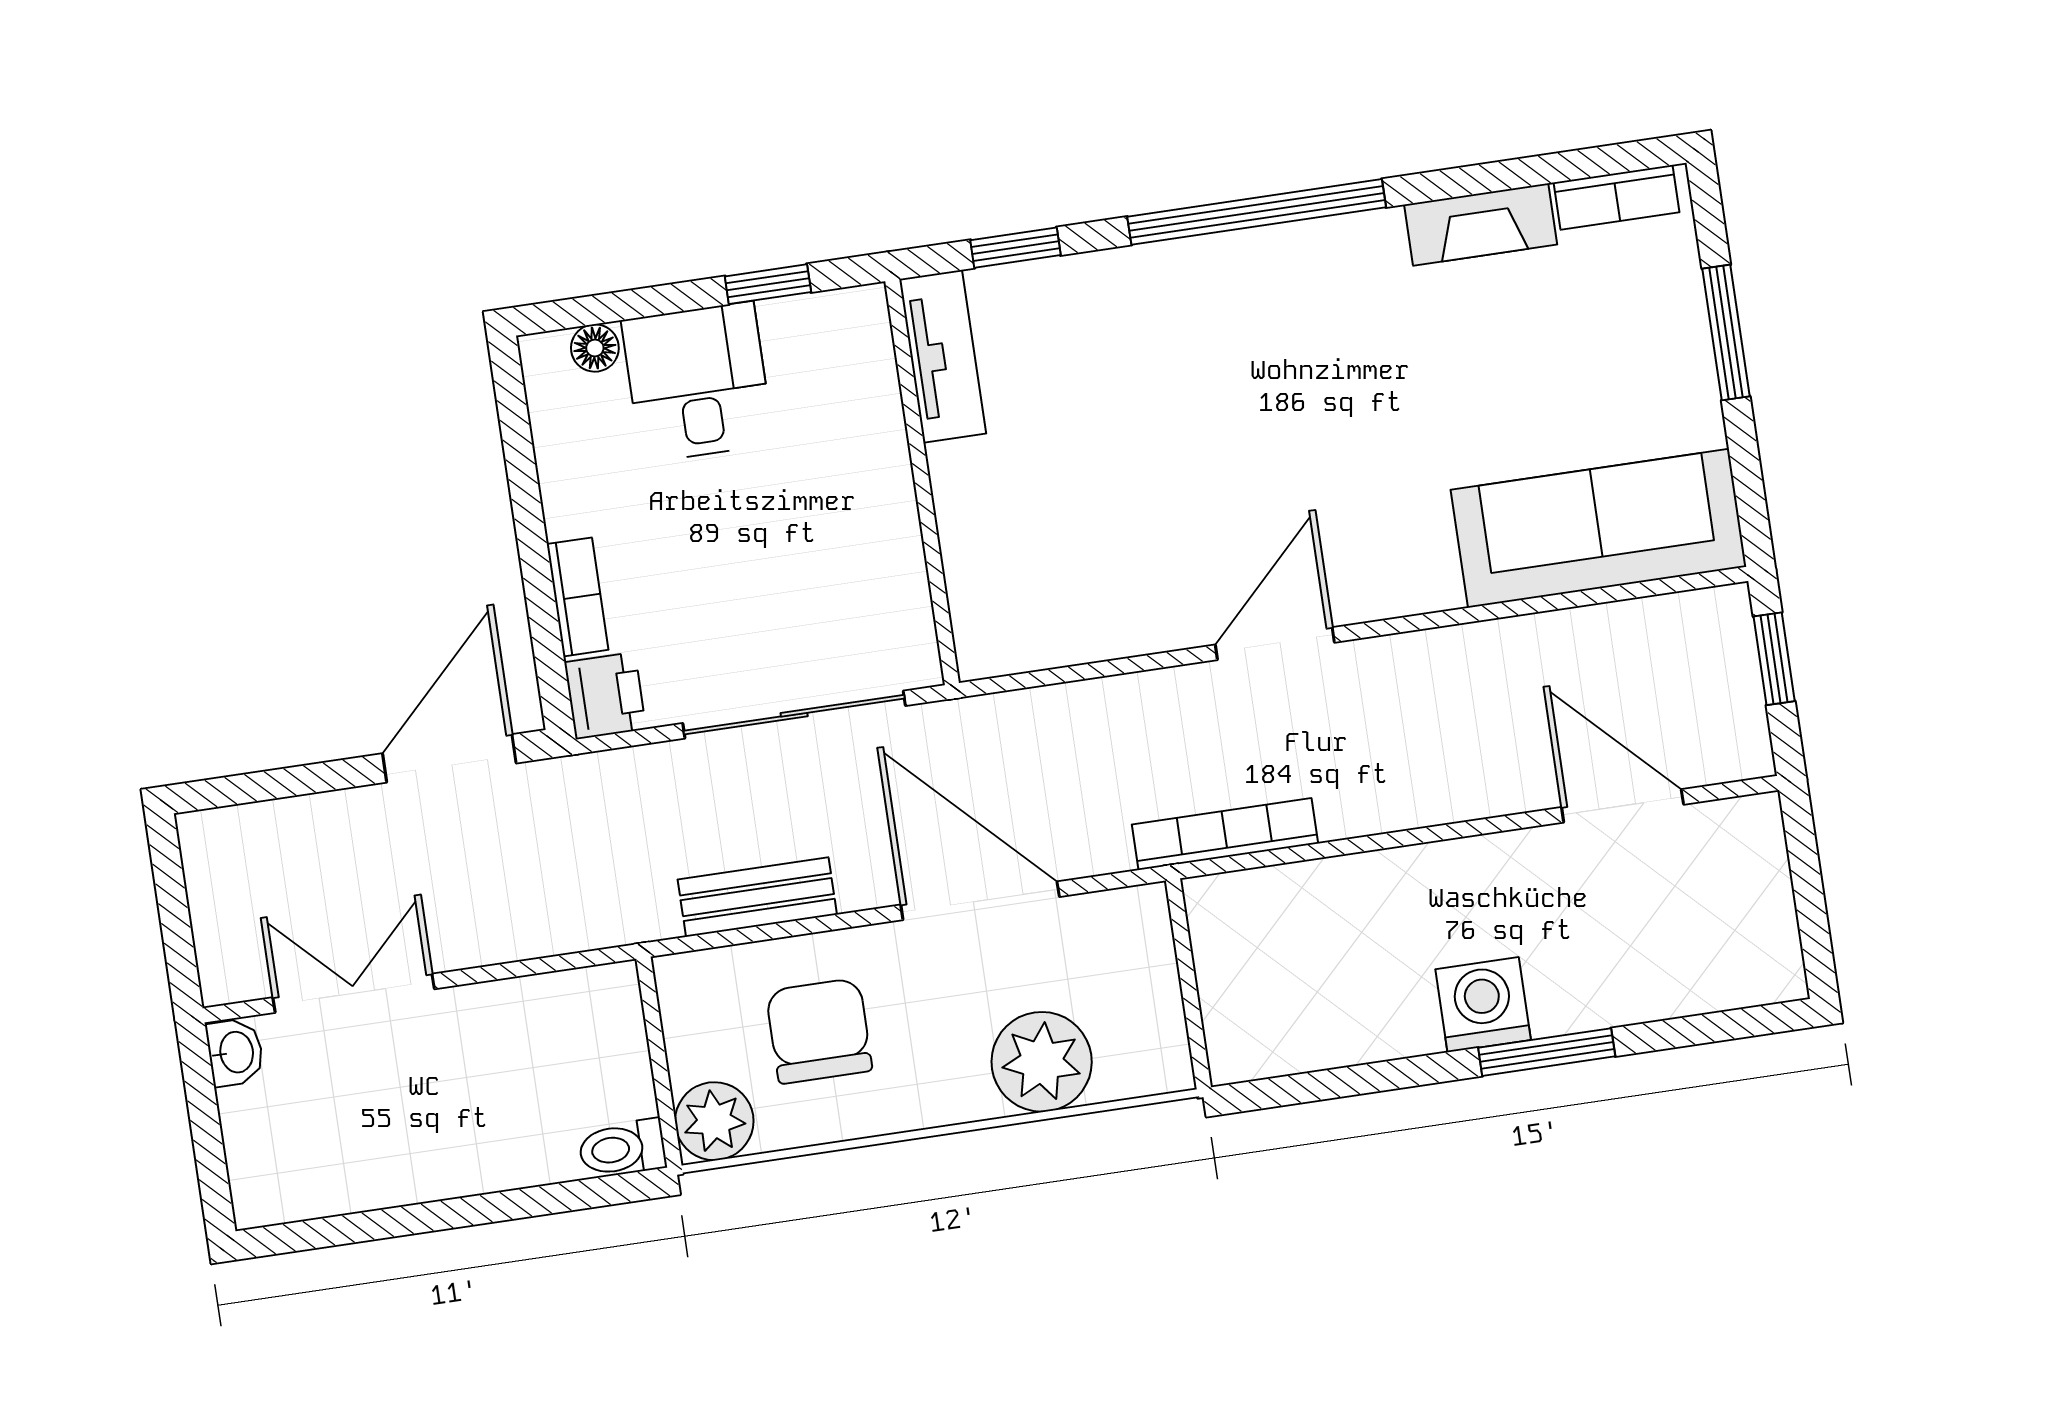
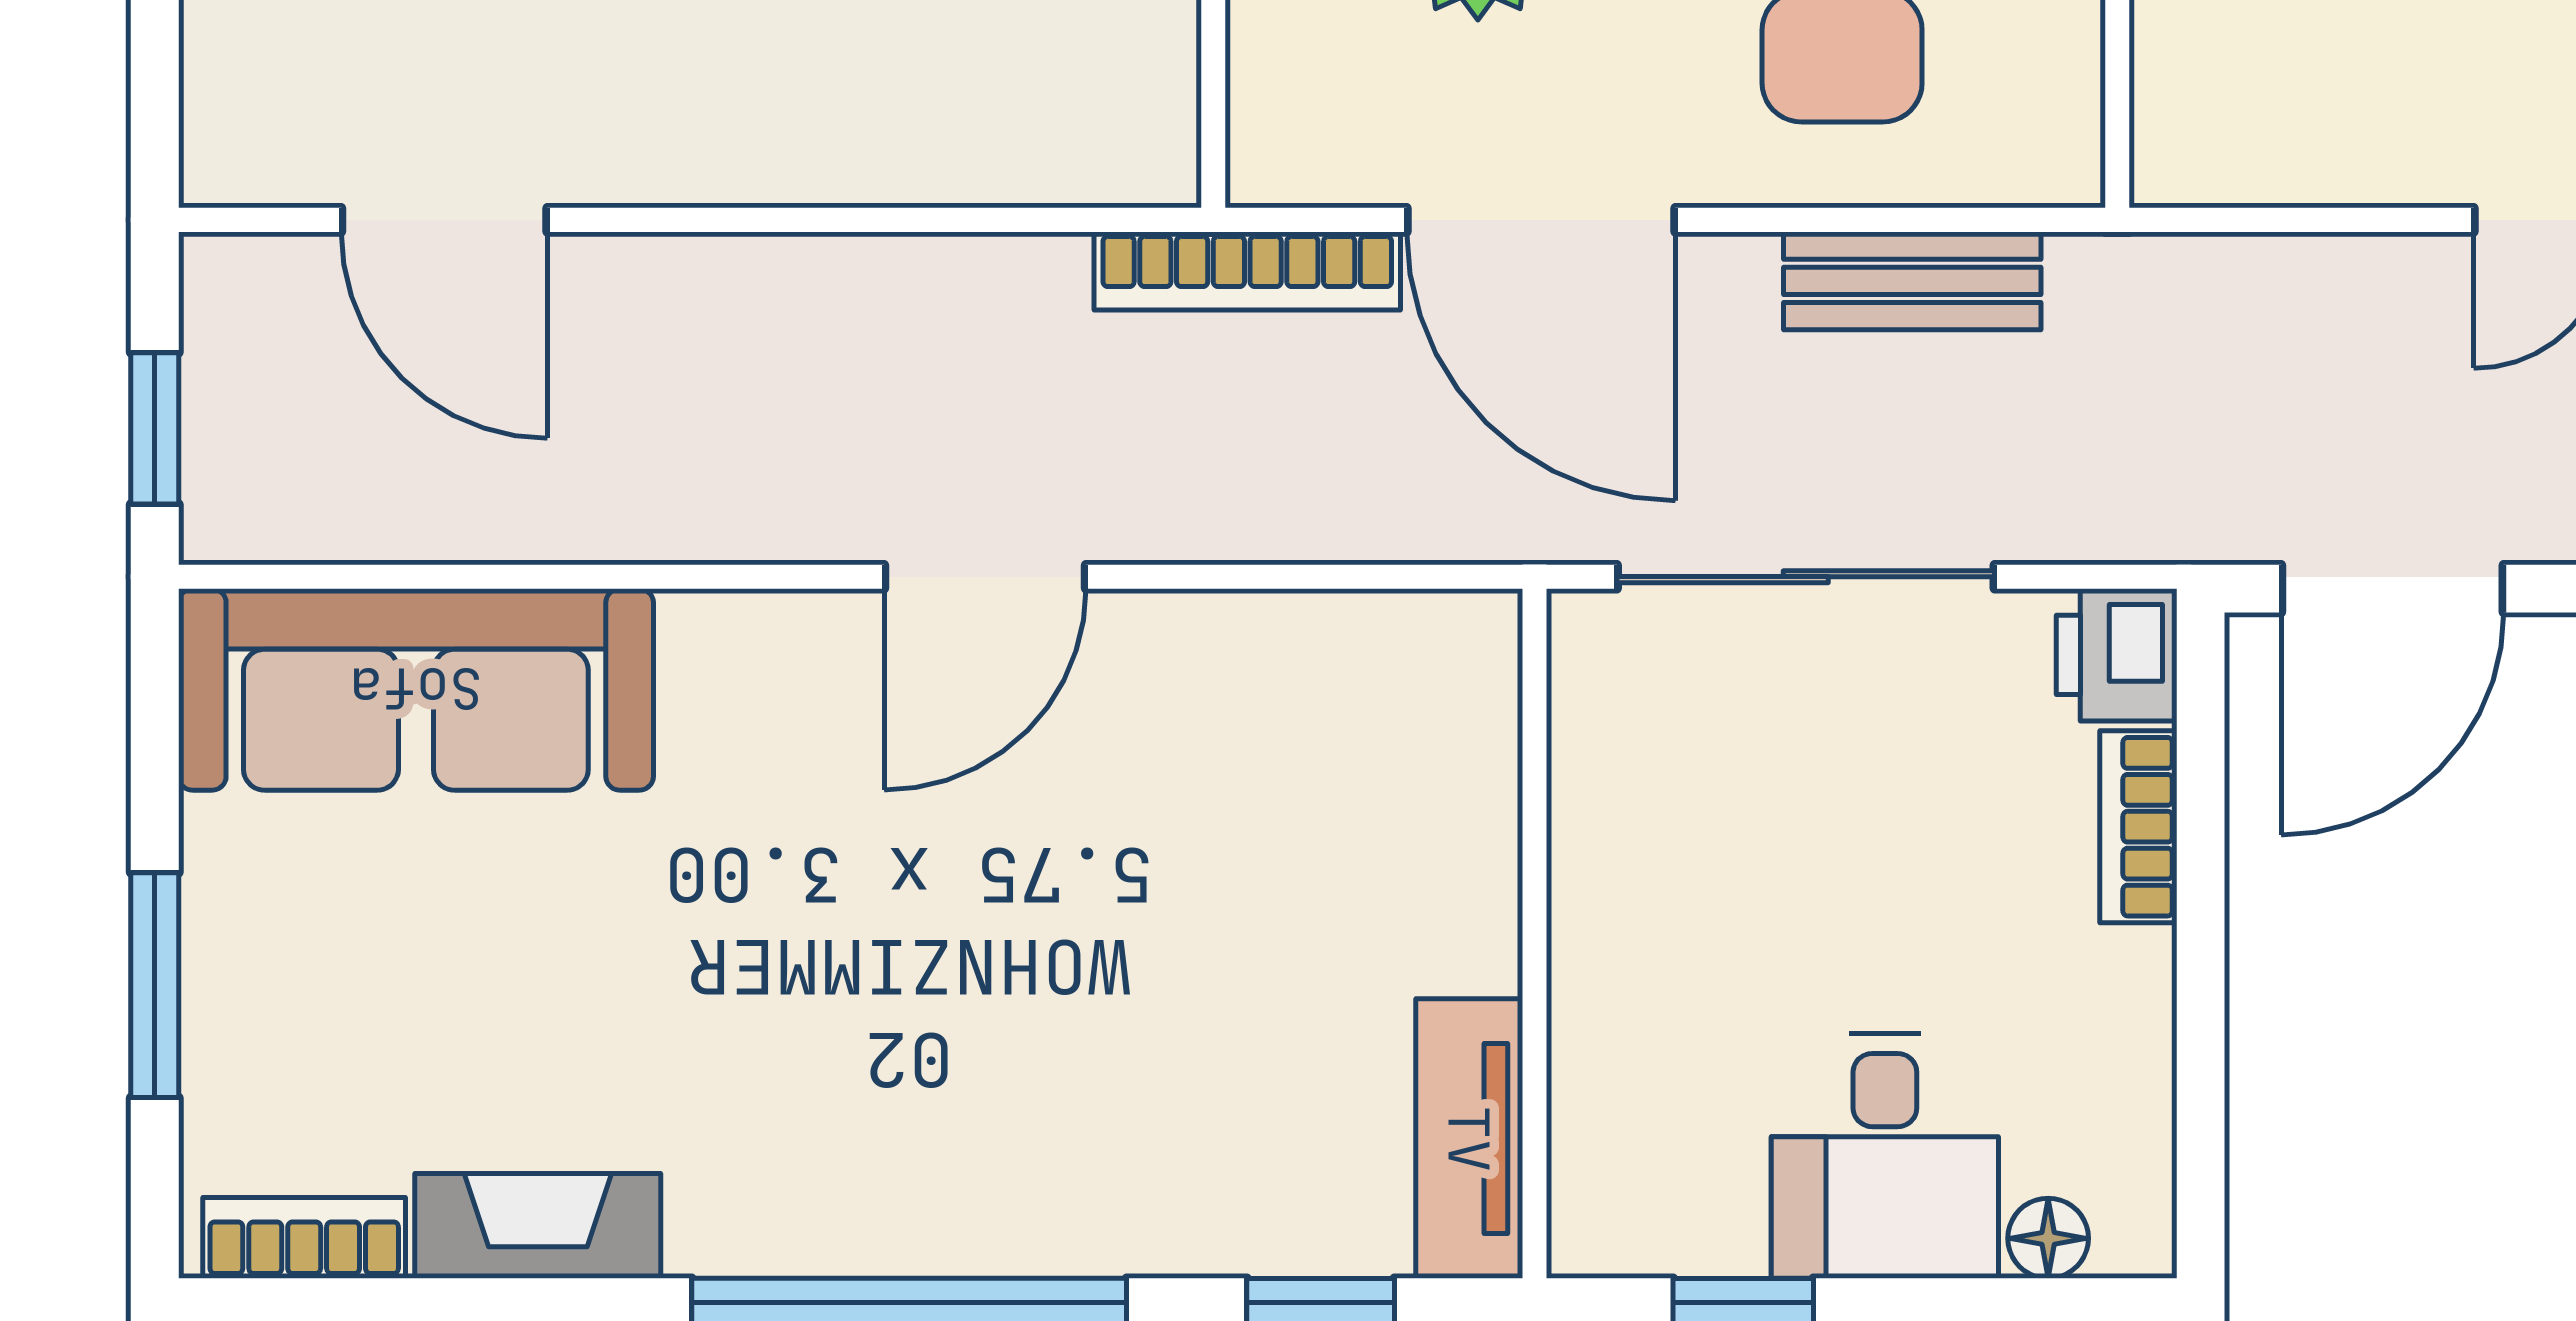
bookcase: (1225, 834) -> (1247, 271), moved

